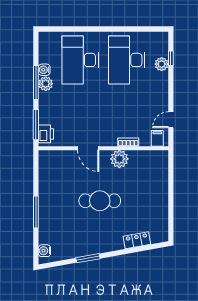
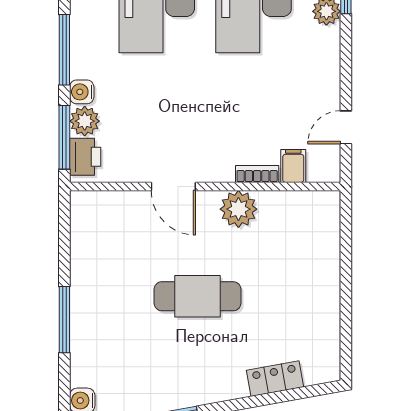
water cooler: (44, 70) -> (82, 92), moved
plant: (46, 84) -> (85, 121), moved
filing cabinet: (157, 138) -> (293, 166), moved

